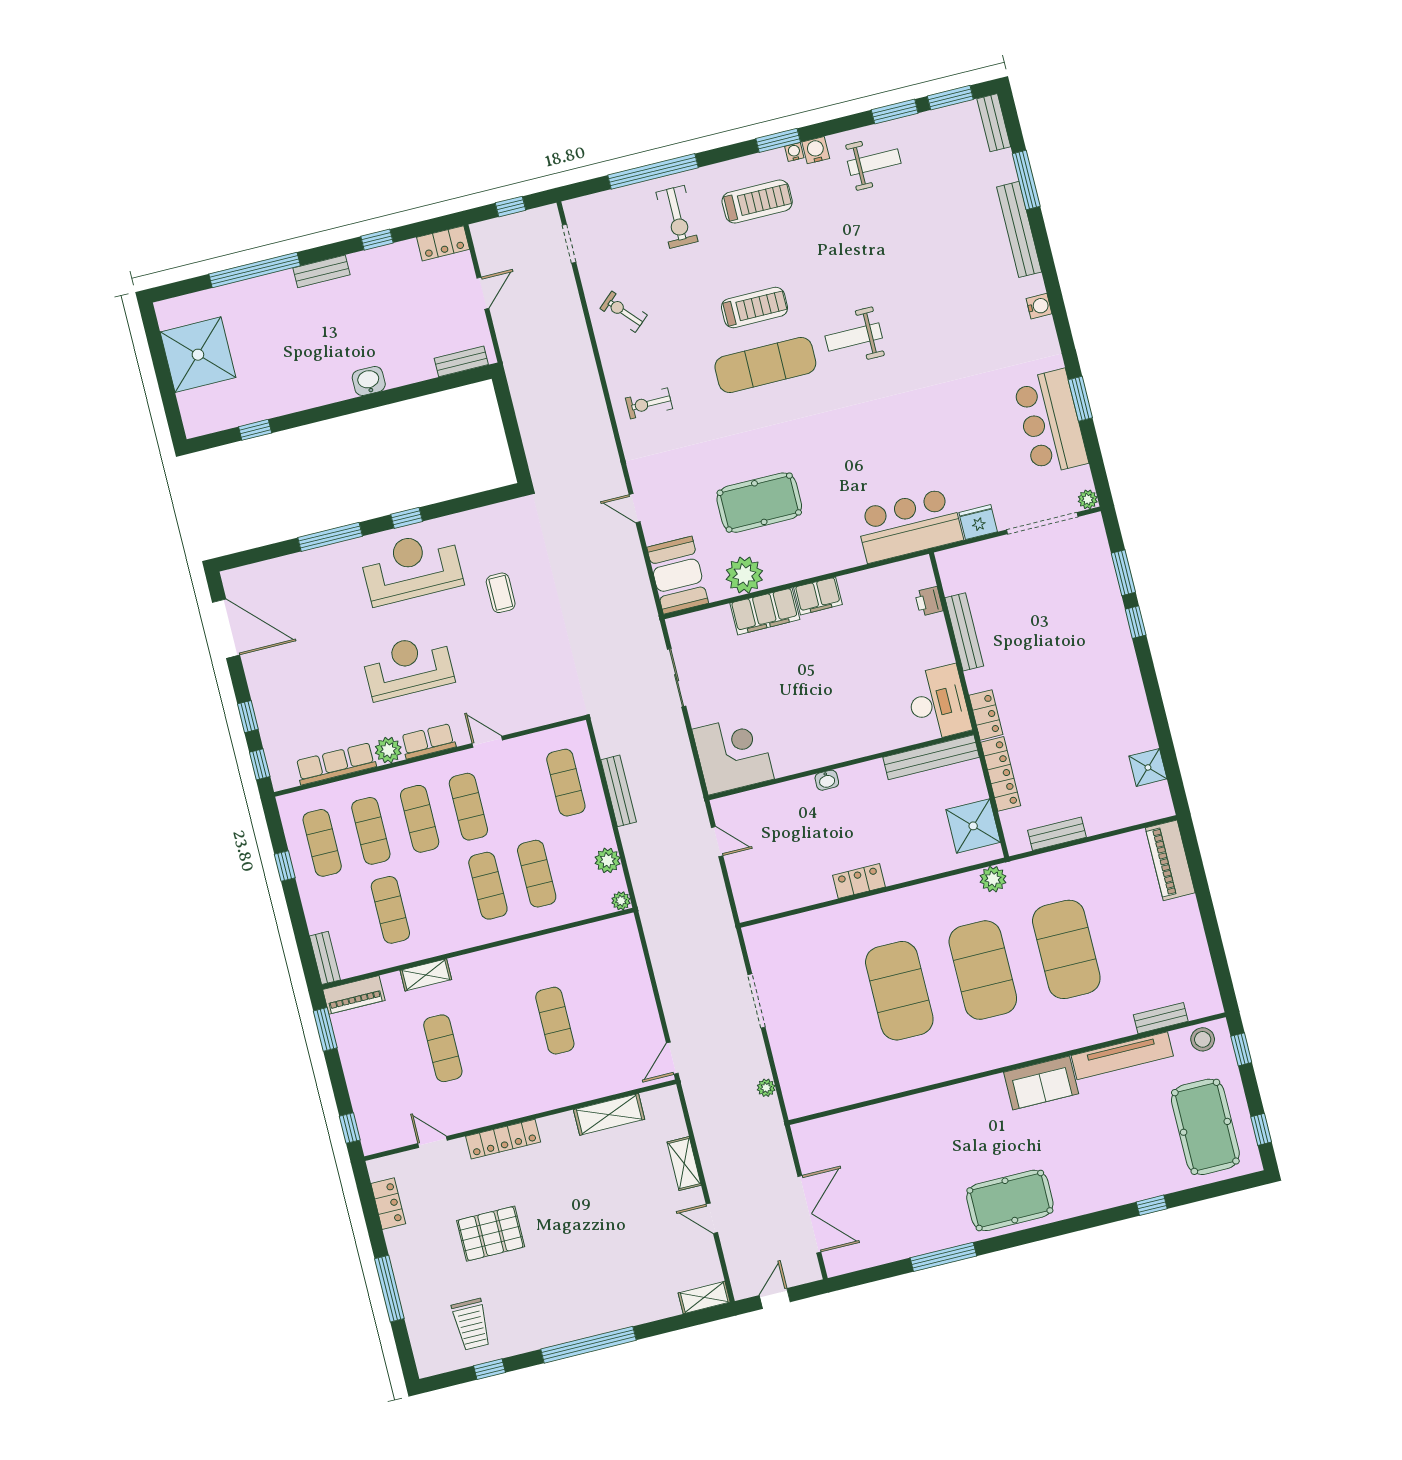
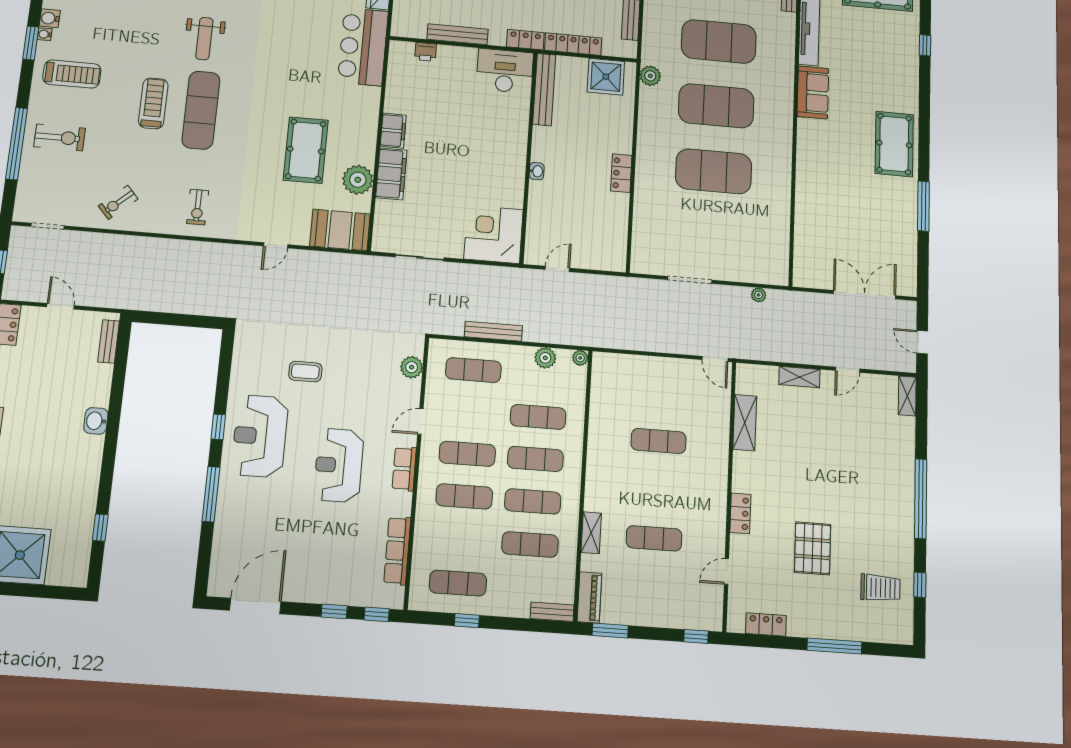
treadmill: (757, 202) -> (72, 74), turned 90
plant: (388, 750) -> (412, 367), moved
exercise mat: (371, 831) -> (533, 501), moved
locker: (503, 1139) -> (740, 513), width x0.66

